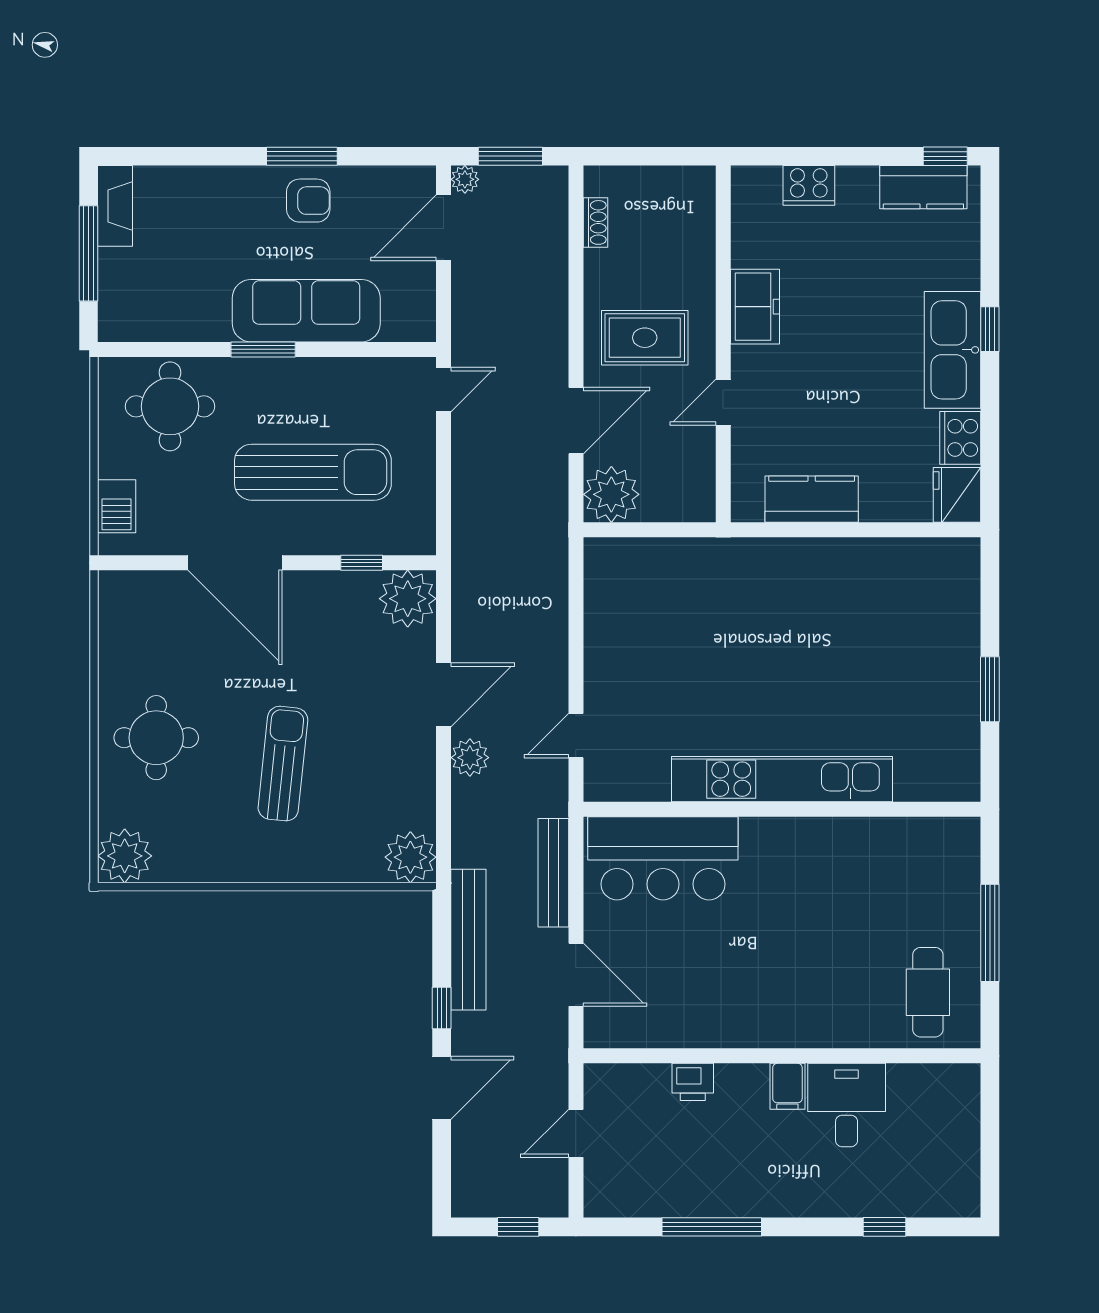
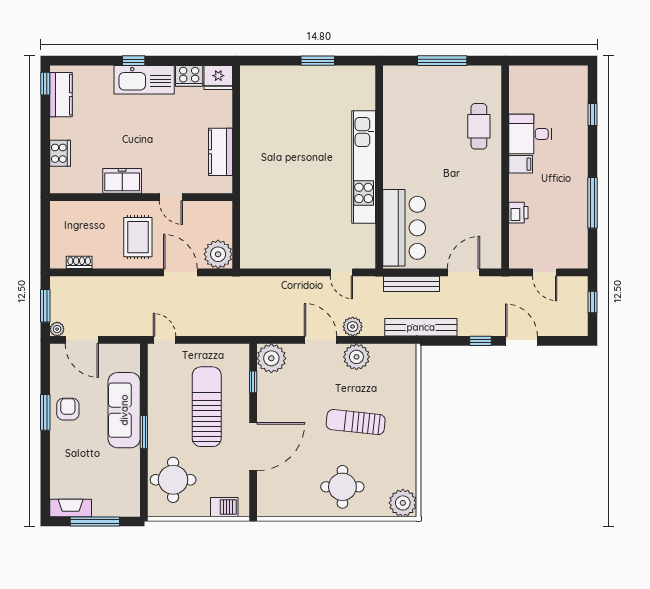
plant: (410, 857) -> (356, 357), moved
bench: (468, 940) -> (421, 327), moved
cafe table: (928, 992) -> (479, 126), moved, turned 90

